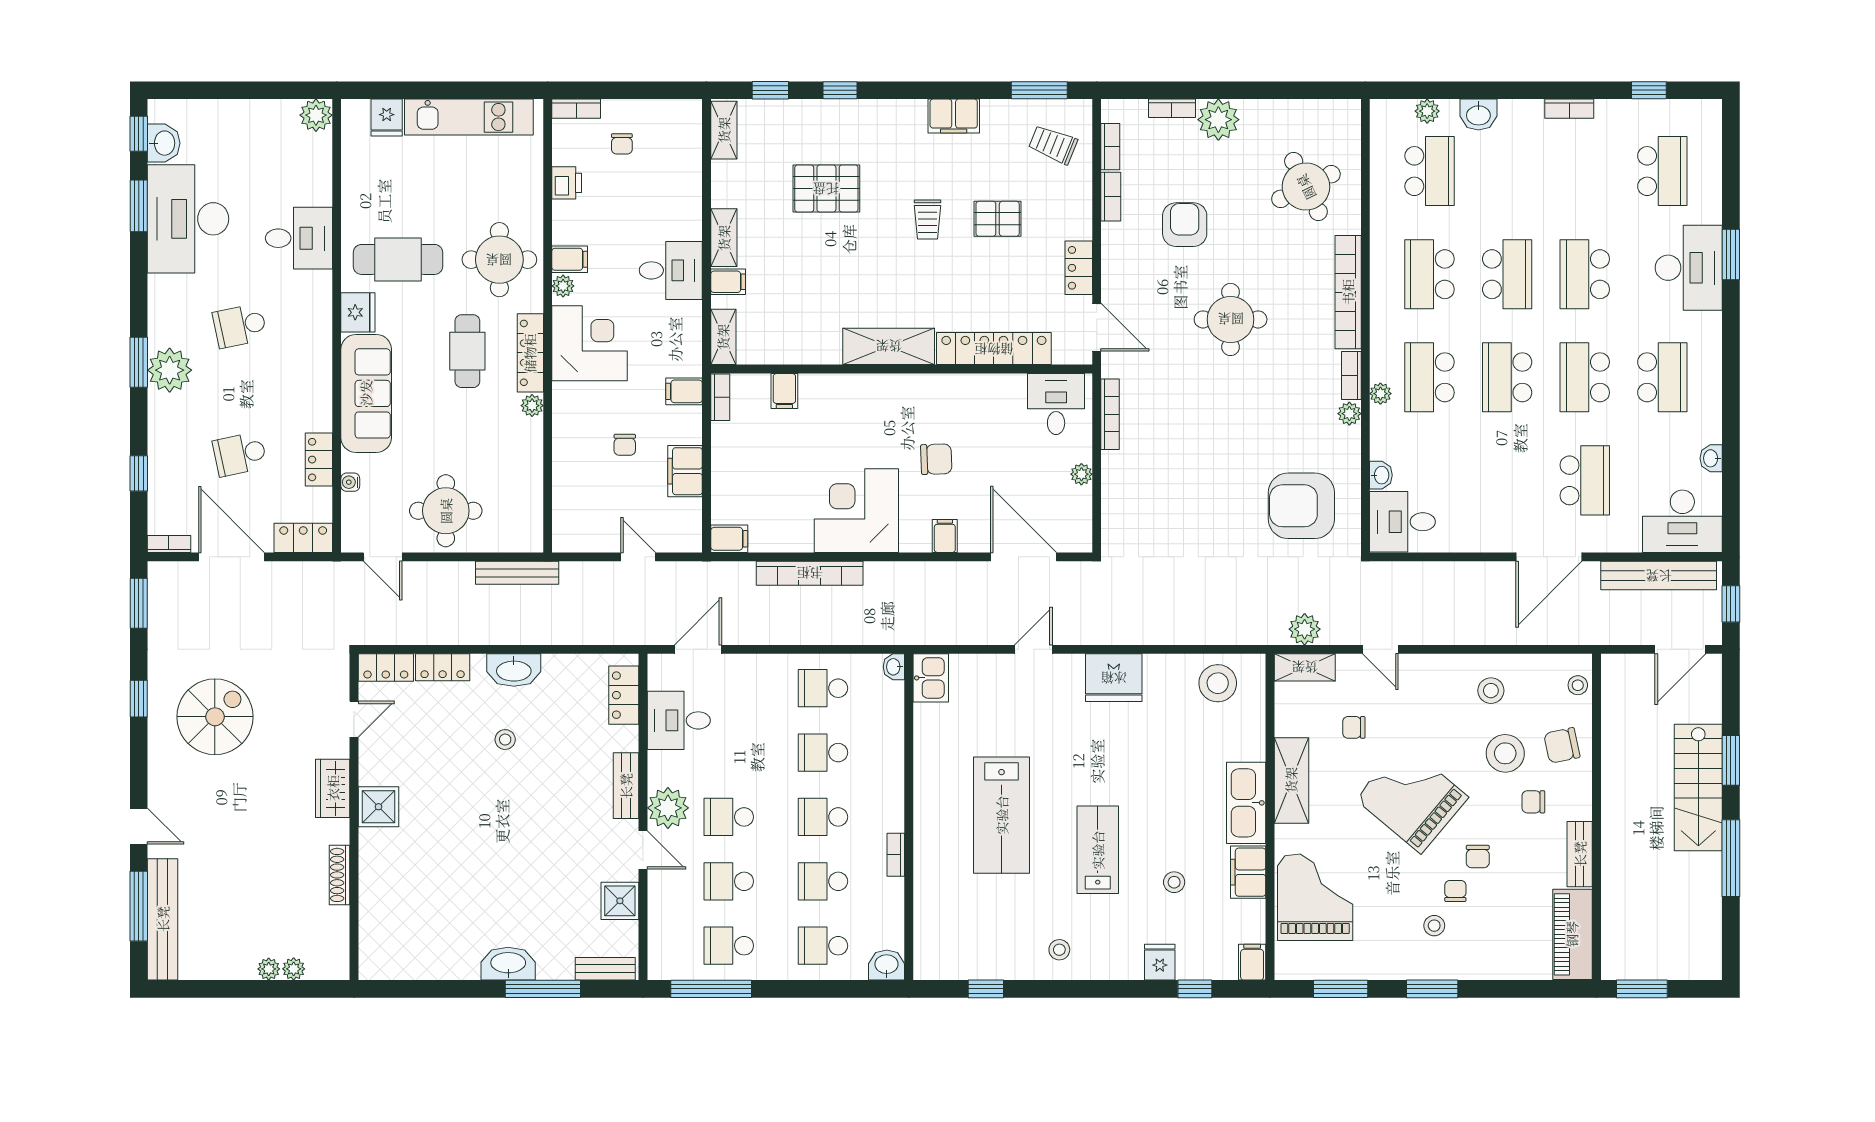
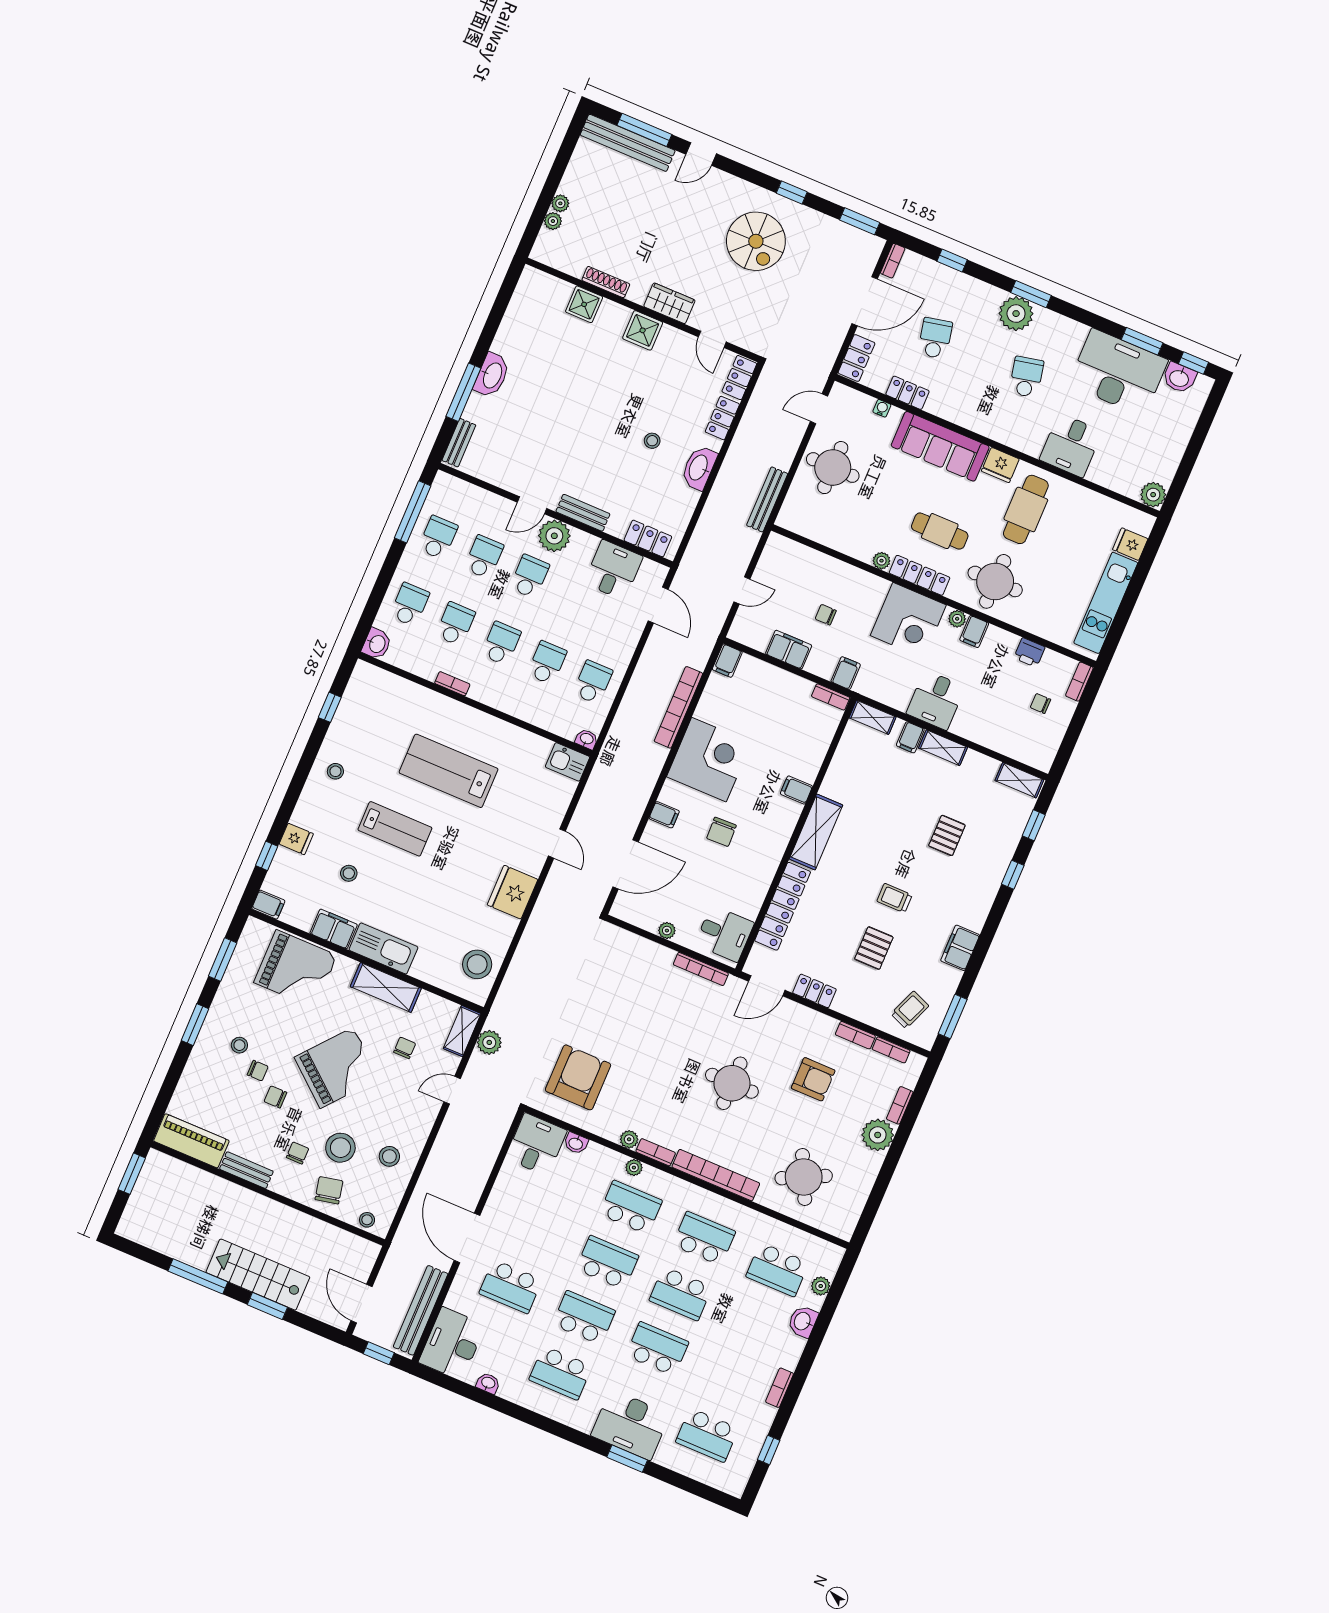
pallet: (826, 189) -> (947, 835), width x0.67, depth x0.71
filing cabinet: (784, 391) -> (796, 790), moved
shower: (620, 901) -> (584, 304), moved

